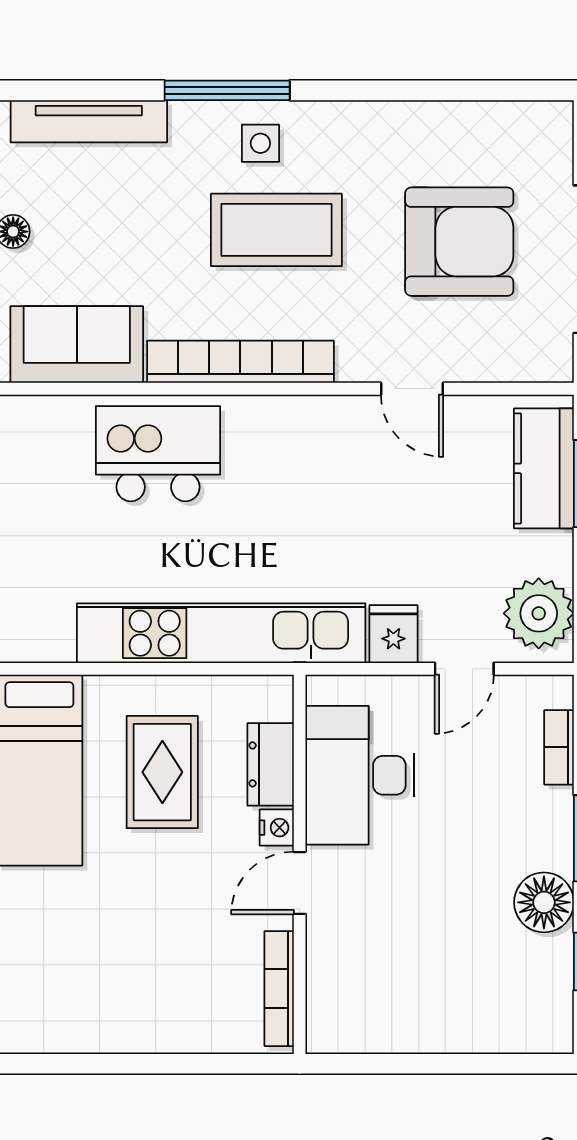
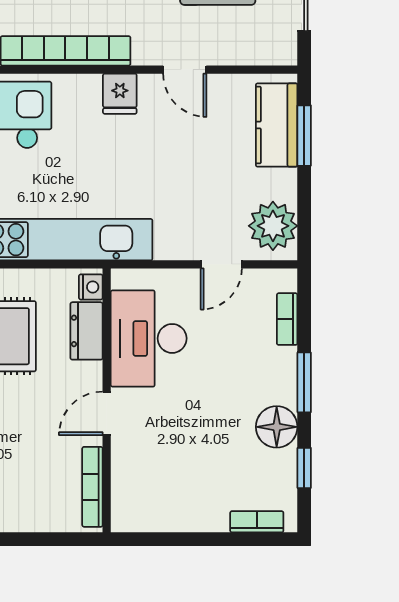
fridge: (393, 634) -> (120, 94), moved, turned 180
nightstand: (277, 828) -> (91, 287), moved
bookcase: (515, 1039) -> (257, 522), added

